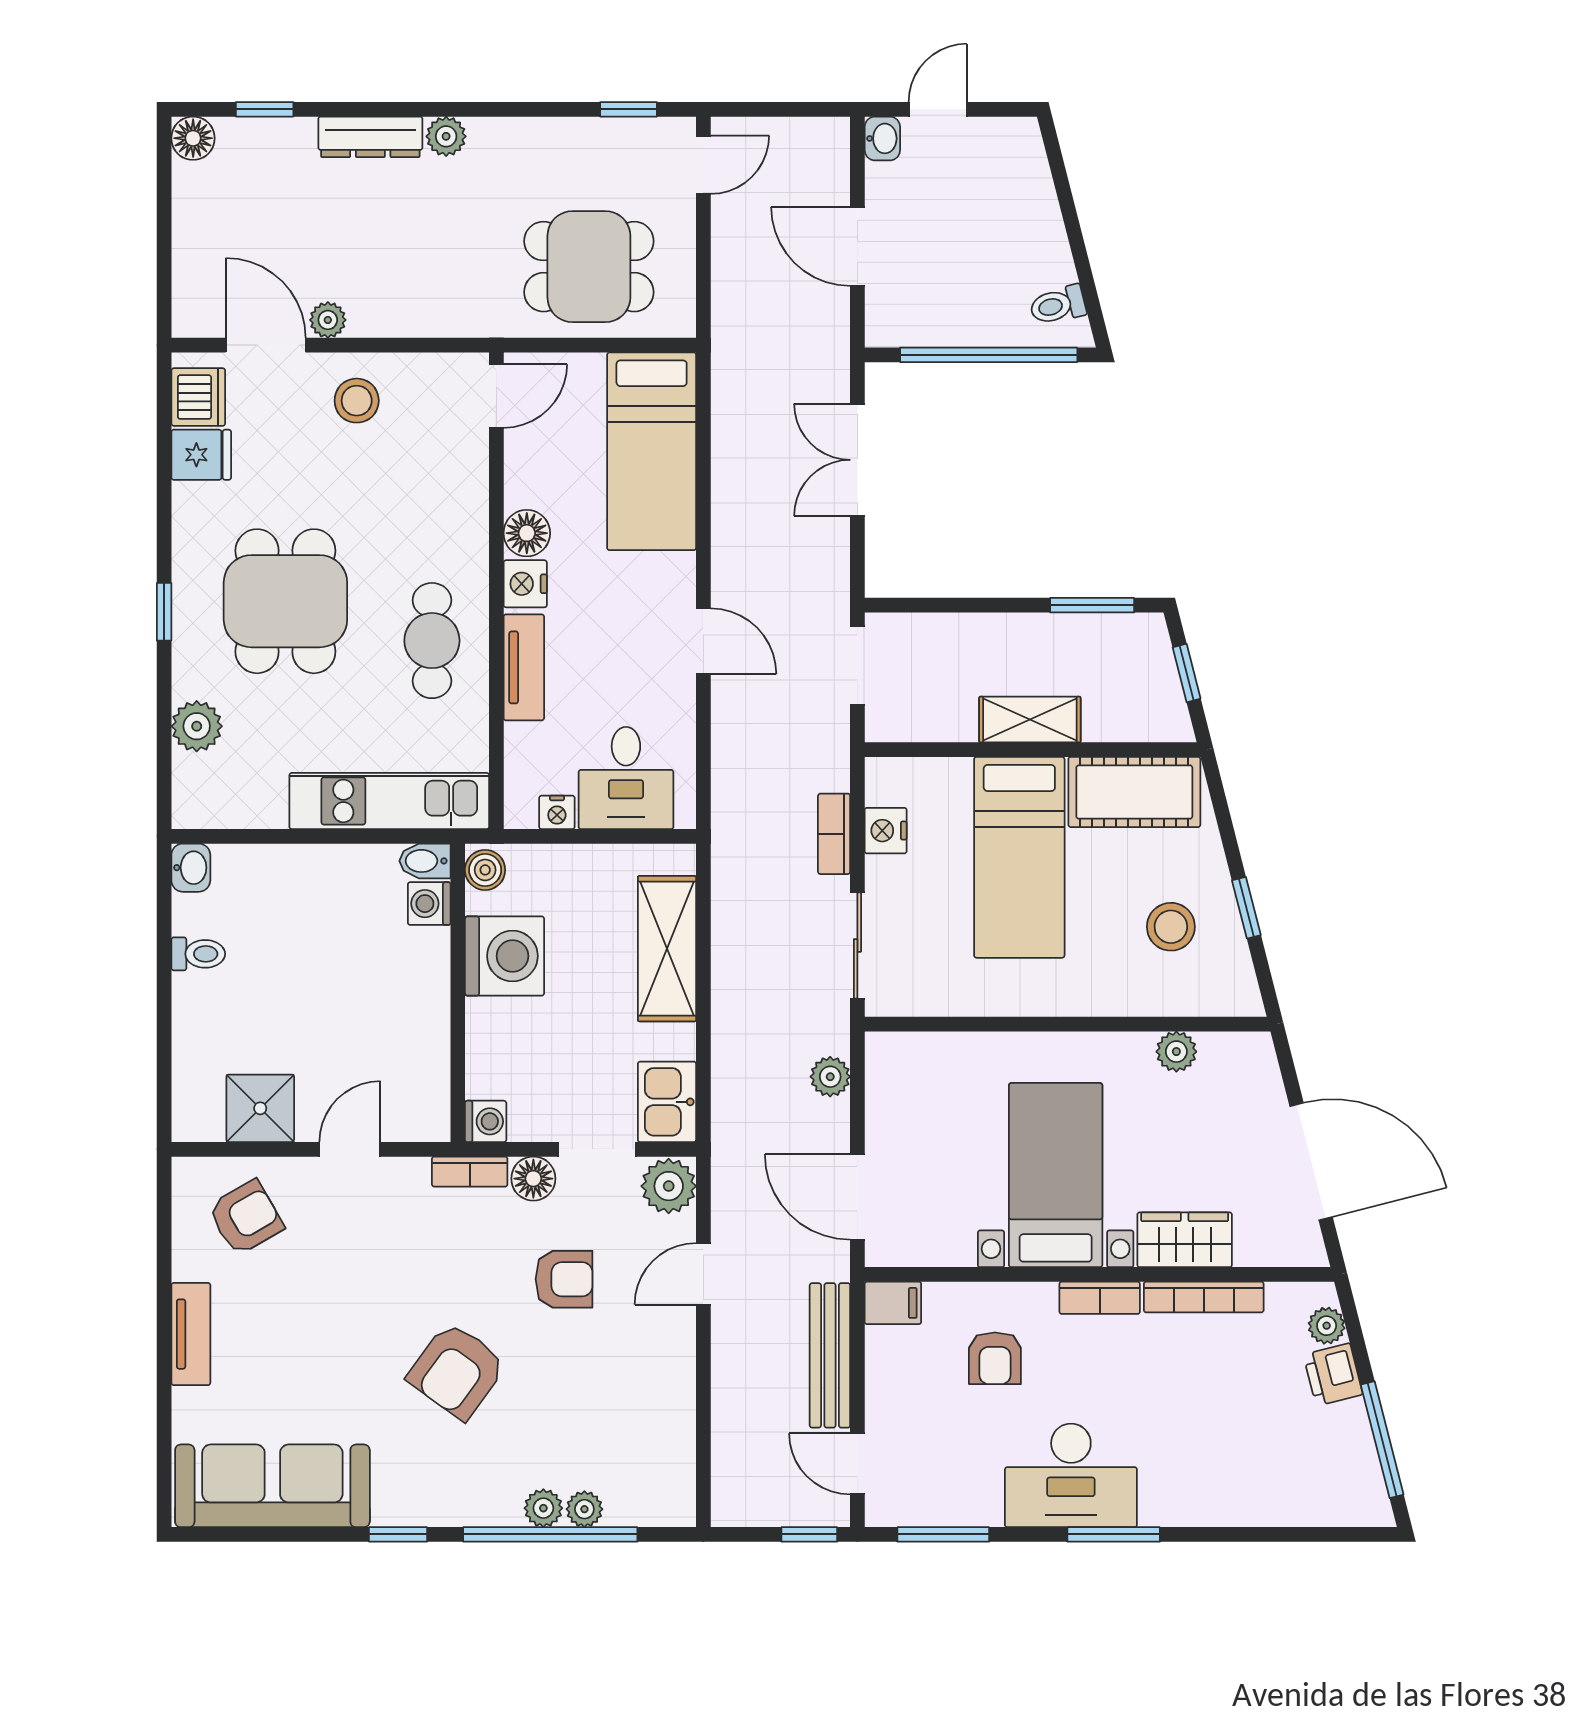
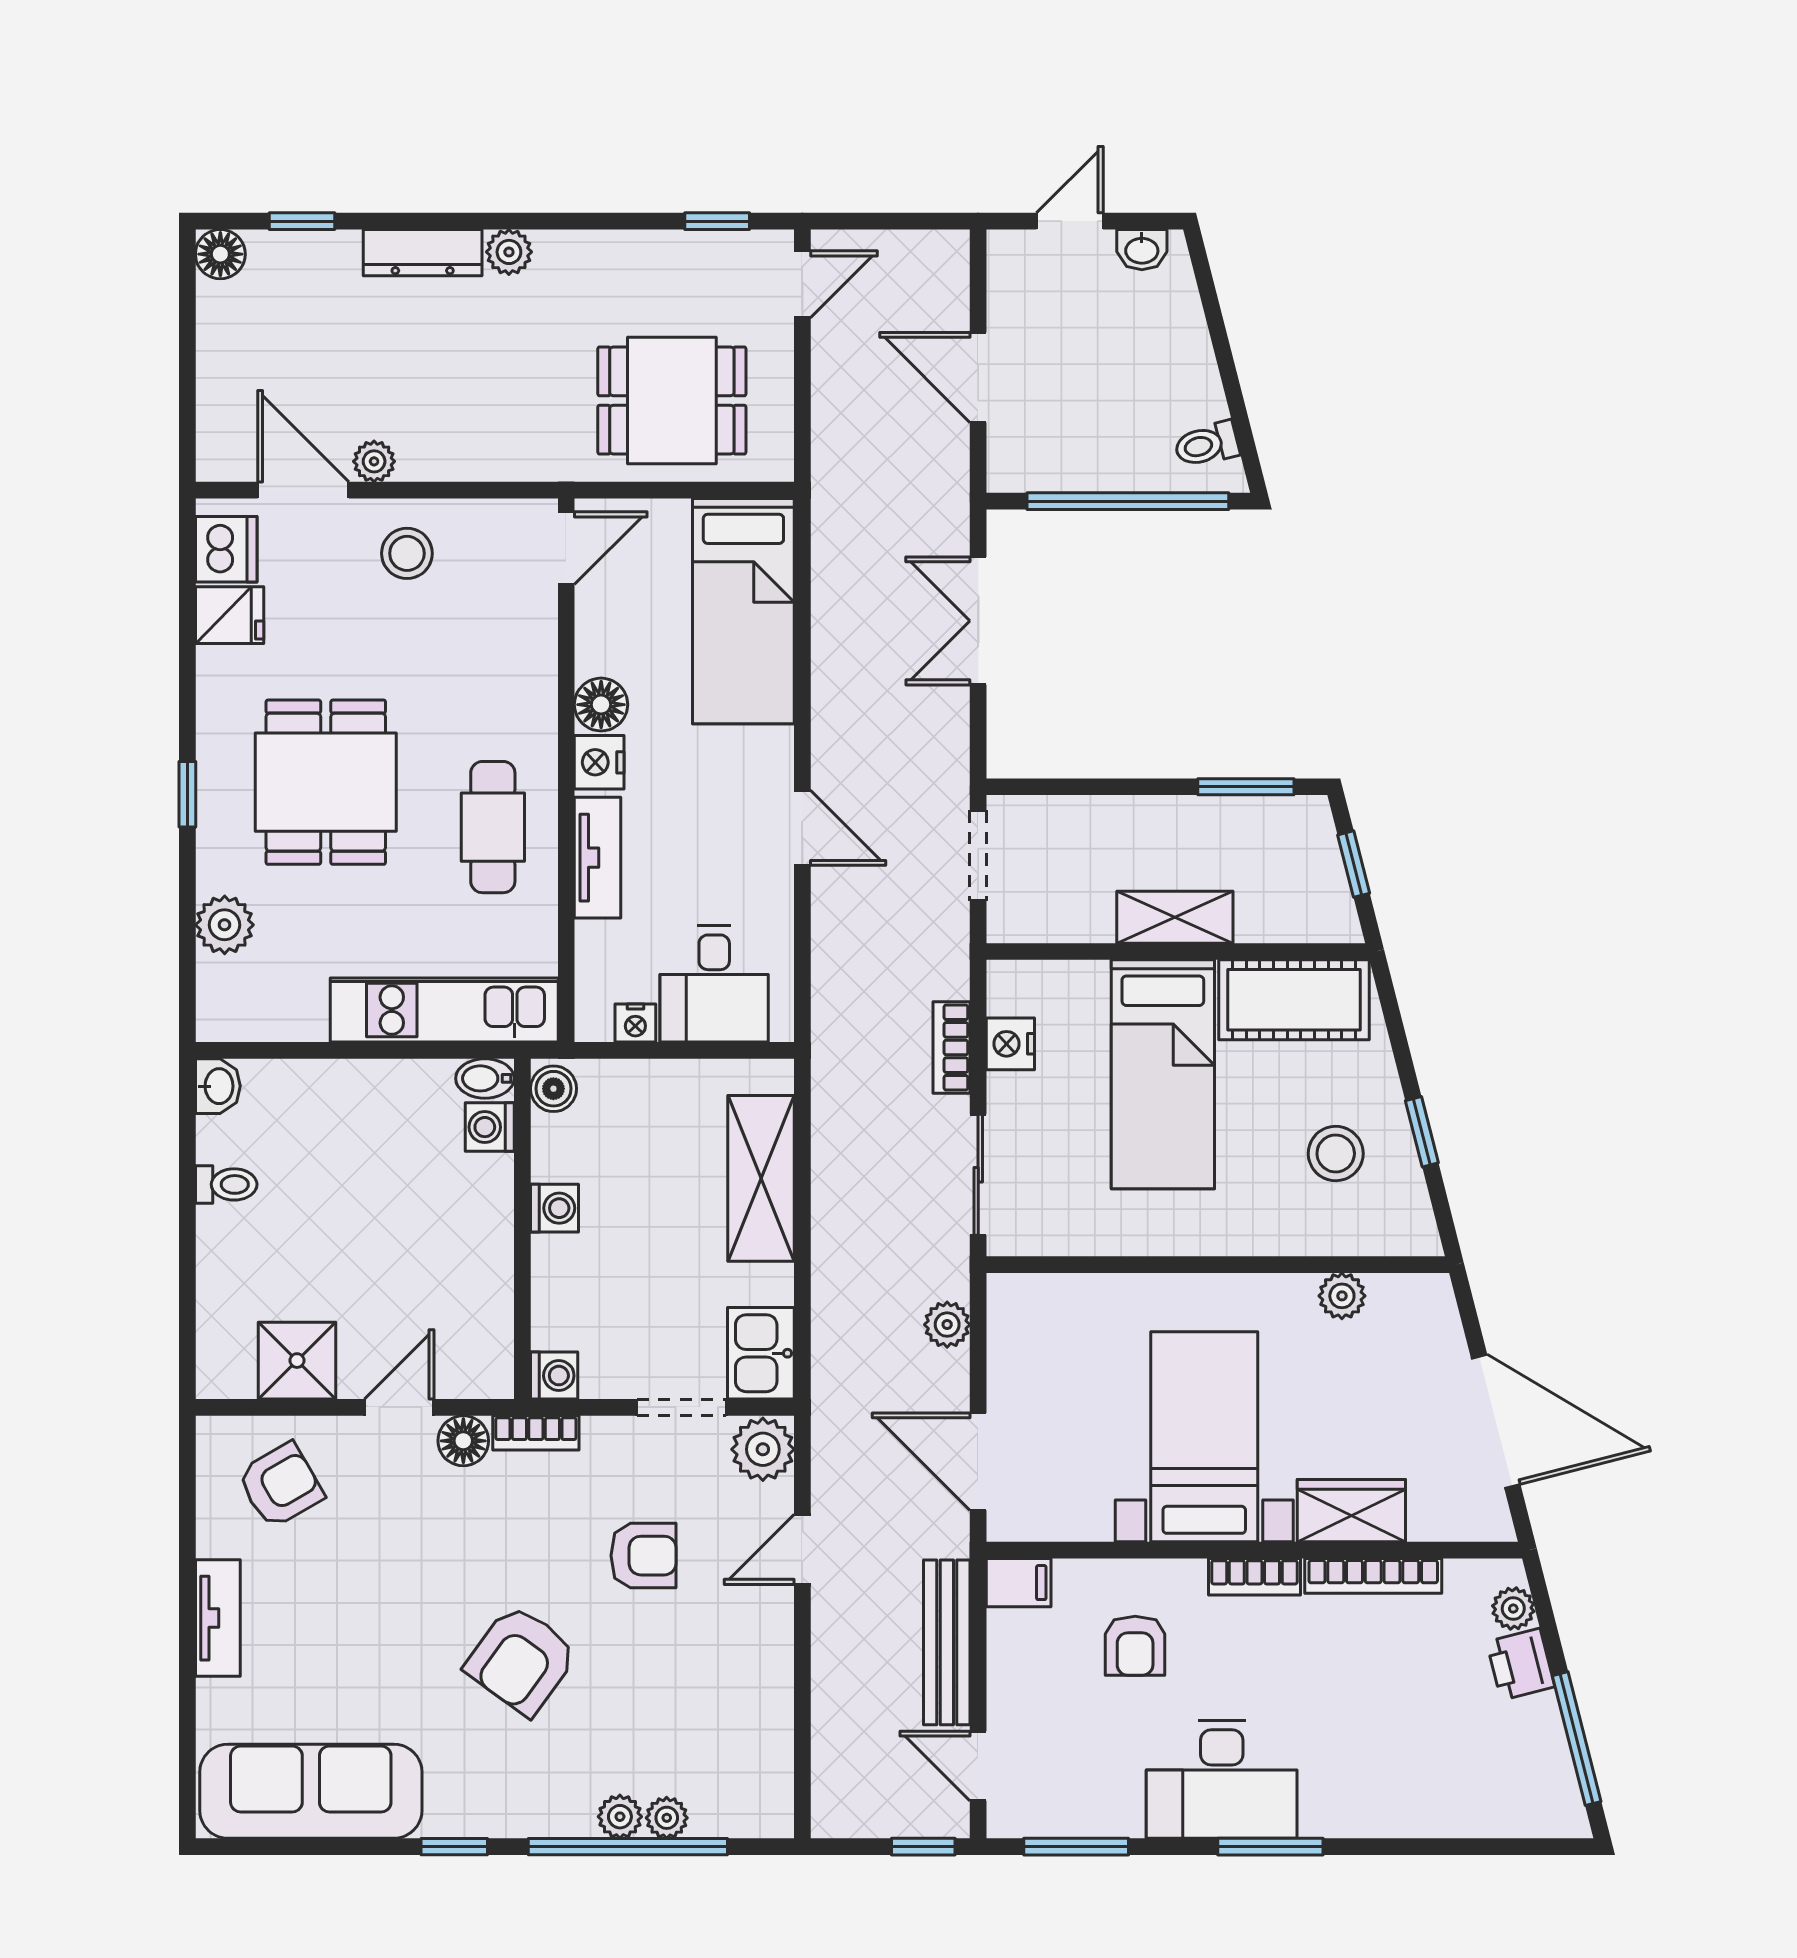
washbasin: (882, 138) -> (1142, 250), moved, turned 90
washing machine: (505, 956) -> (554, 1208), width x0.53, depth x0.53
floor lamp: (533, 1179) -> (463, 1441), moved

